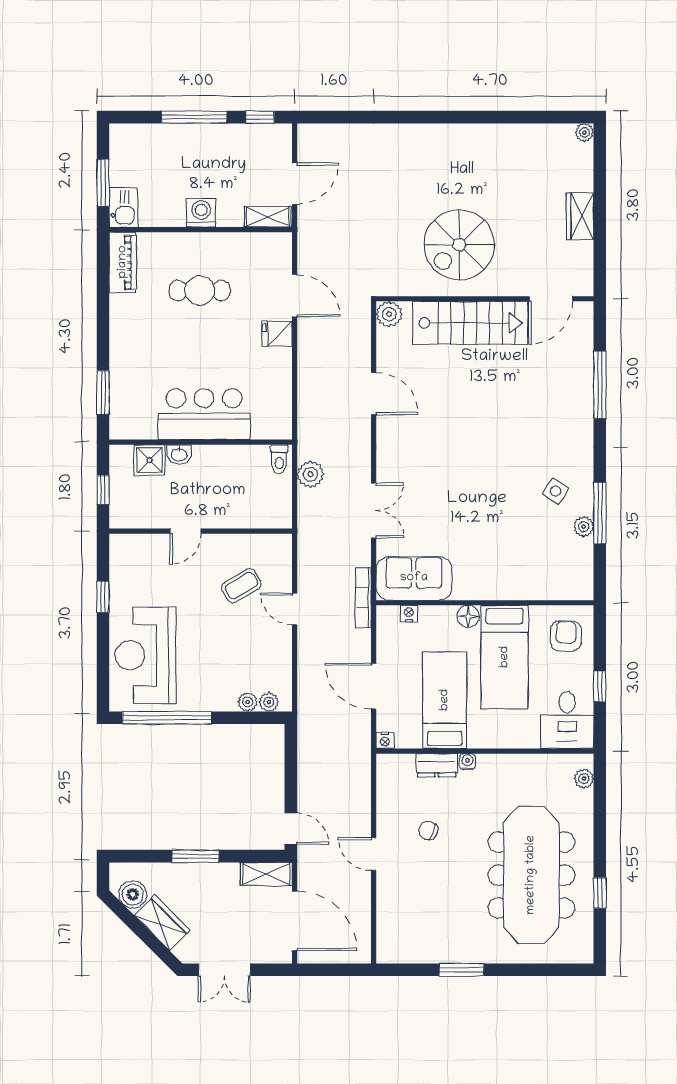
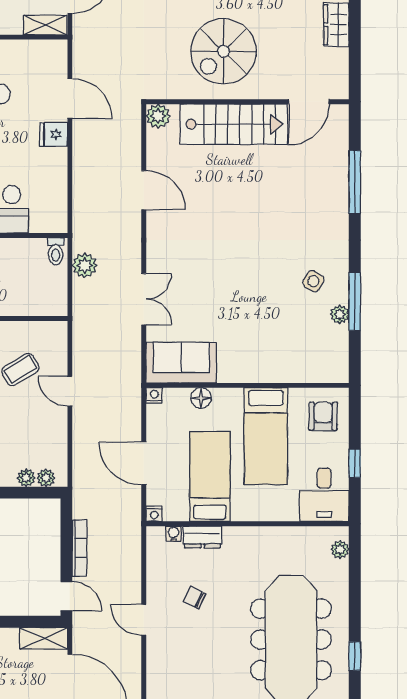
bookcase: (363, 598) -> (79, 548), moved, turned 180
nightstand: (409, 614) -> (154, 395), moved
floor lamp: (468, 616) -> (201, 398), moved
water cooler: (467, 762) -> (174, 534), moved

